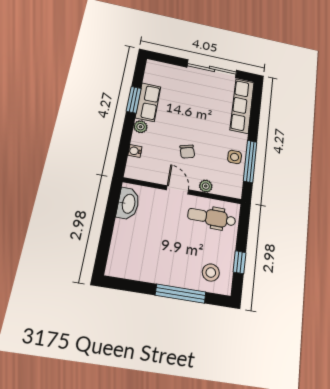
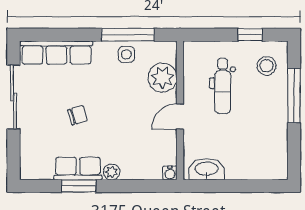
water cooler: (135, 151) -> (170, 173), moved
chair: (187, 152) -> (78, 115), moved
plant: (206, 186) -> (163, 78), width x1.87, depth x1.87
dental chair: (212, 218) -> (223, 86), moved

